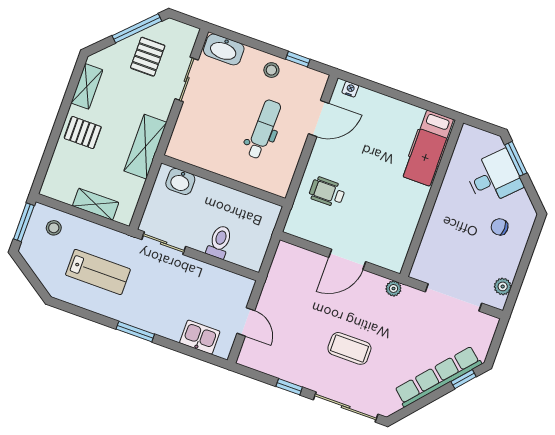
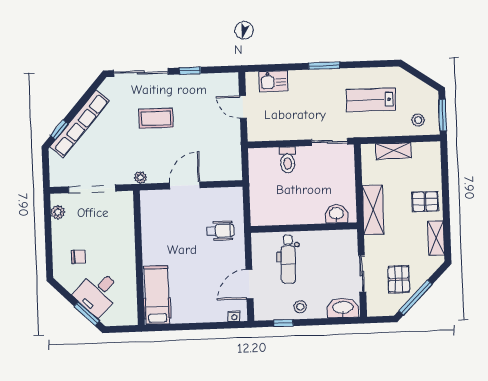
washbasin: (180, 181) -> (336, 214), moved
wall: (223, 181) -> (304, 228), moved

